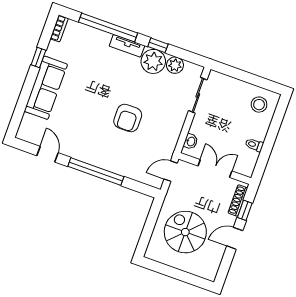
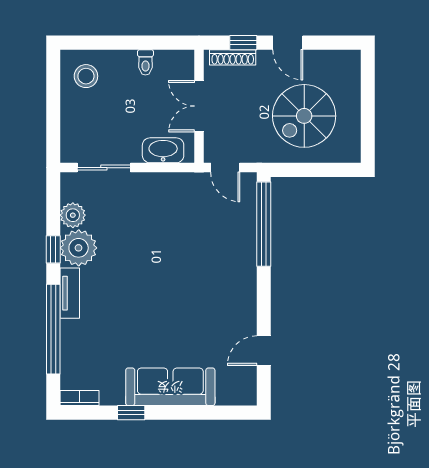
armchair: (128, 118) -> (172, 255), removed
washbasin: (191, 141) -> (163, 150), width x1.91, depth x1.45
window: (96, 172) -> (264, 224), moved

